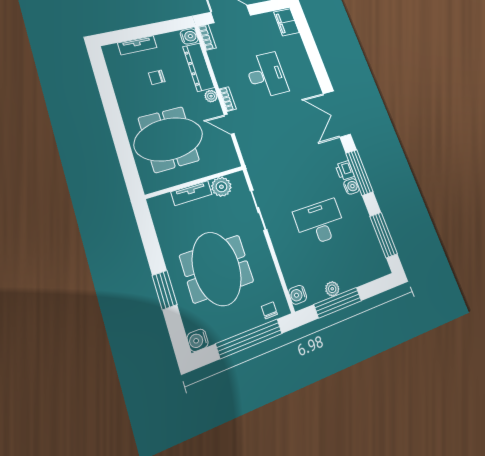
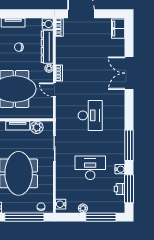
desk: (266, 75) -> (90, 115), moved
double door: (337, 114) -> (129, 73), moved
printer: (345, 171) -> (119, 189), moved
water cooler: (351, 186) -> (120, 169), moved
window: (338, 303) -> (101, 217), moved

